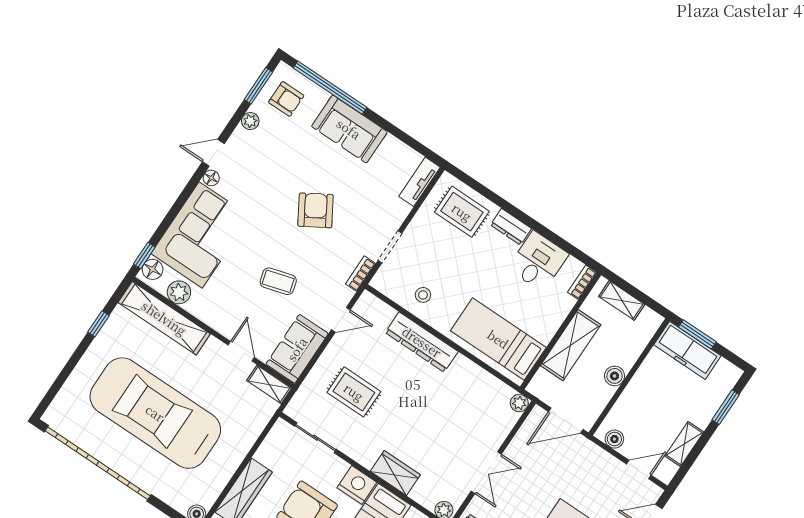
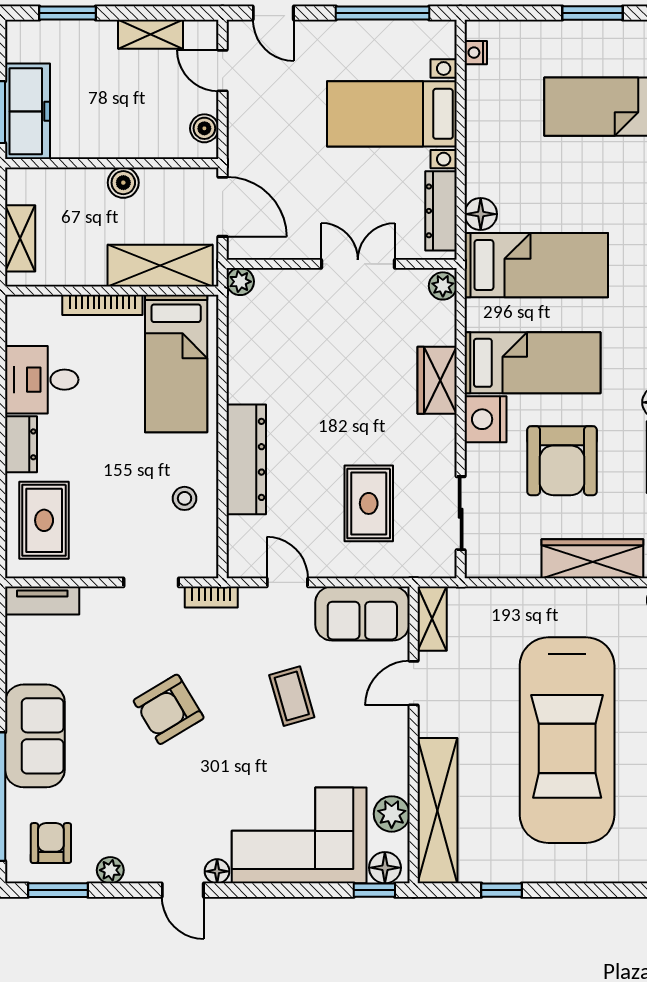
bookcase: (582, 282) -> (102, 305), moved, width x1.56
shelving: (571, 345) -> (160, 266), moved

